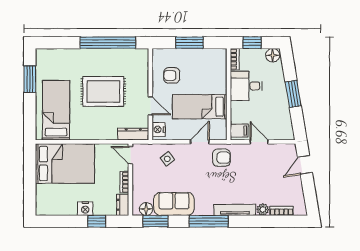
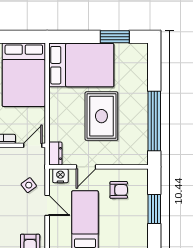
armchair: (172, 75) -> (119, 190), turned 90
bed: (56, 110) -> (81, 65), width x1.50
dresser: (133, 134) -> (55, 153), width x0.70
door: (200, 142) -> (47, 205), moved

